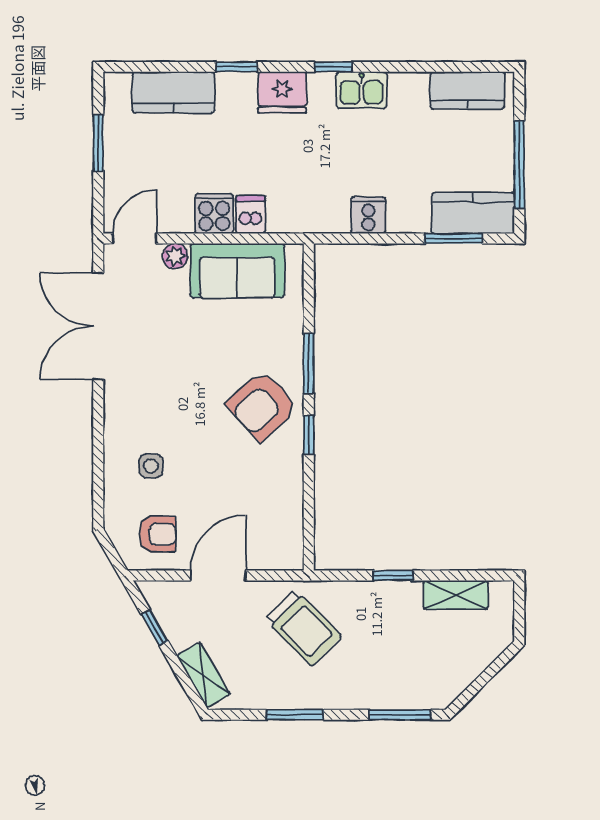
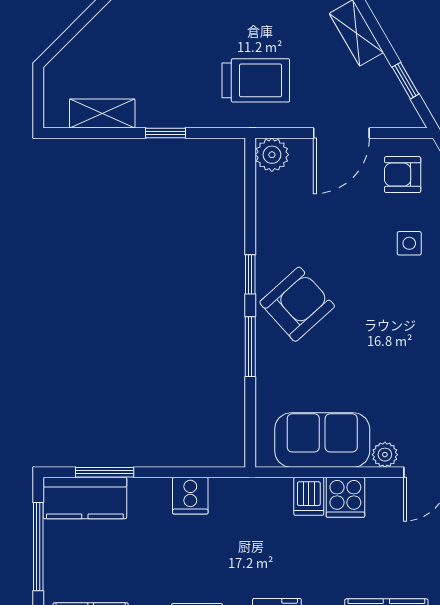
plant: (287, 554) -> (272, 155), added
trolley: (303, 628) -> (256, 80), turned 135

